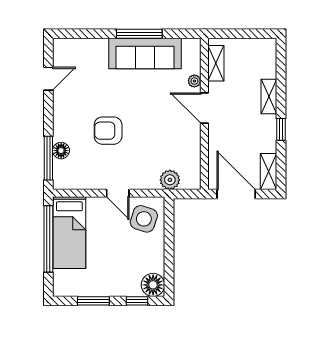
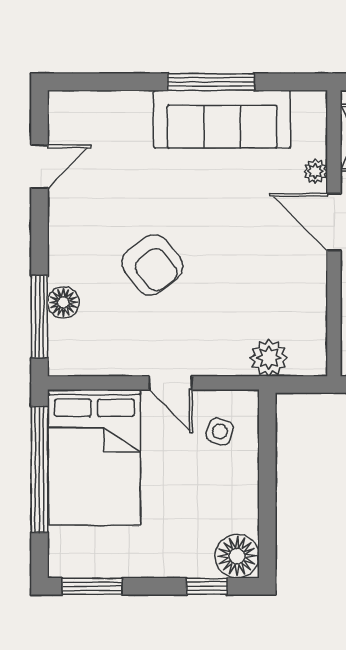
armchair: (108, 131) -> (152, 265), turned -128
side table: (144, 219) -> (220, 431), width x0.54, depth x0.54
bed: (69, 233) -> (94, 457), width x1.50
window: (93, 301) -> (92, 586), moved

